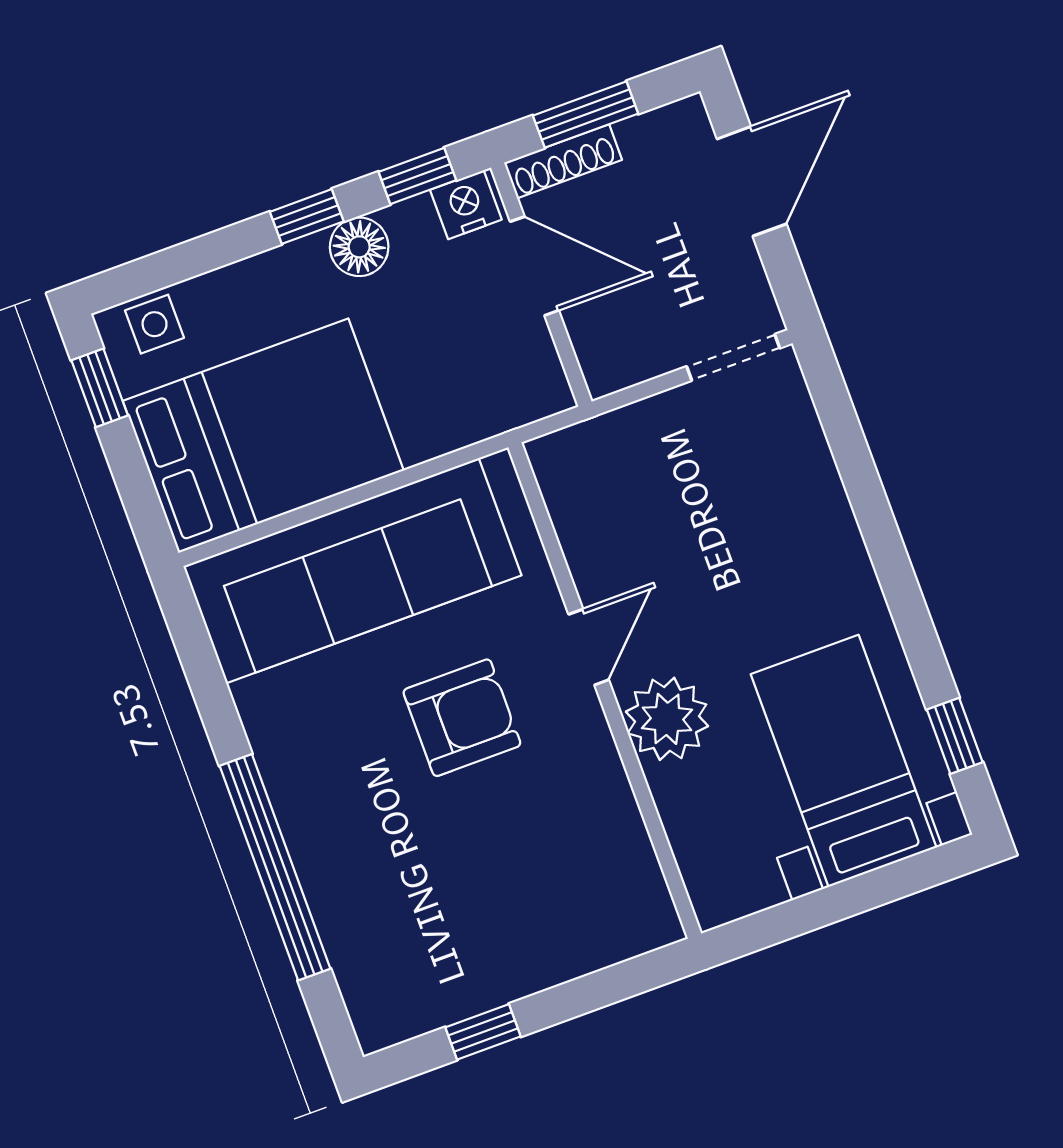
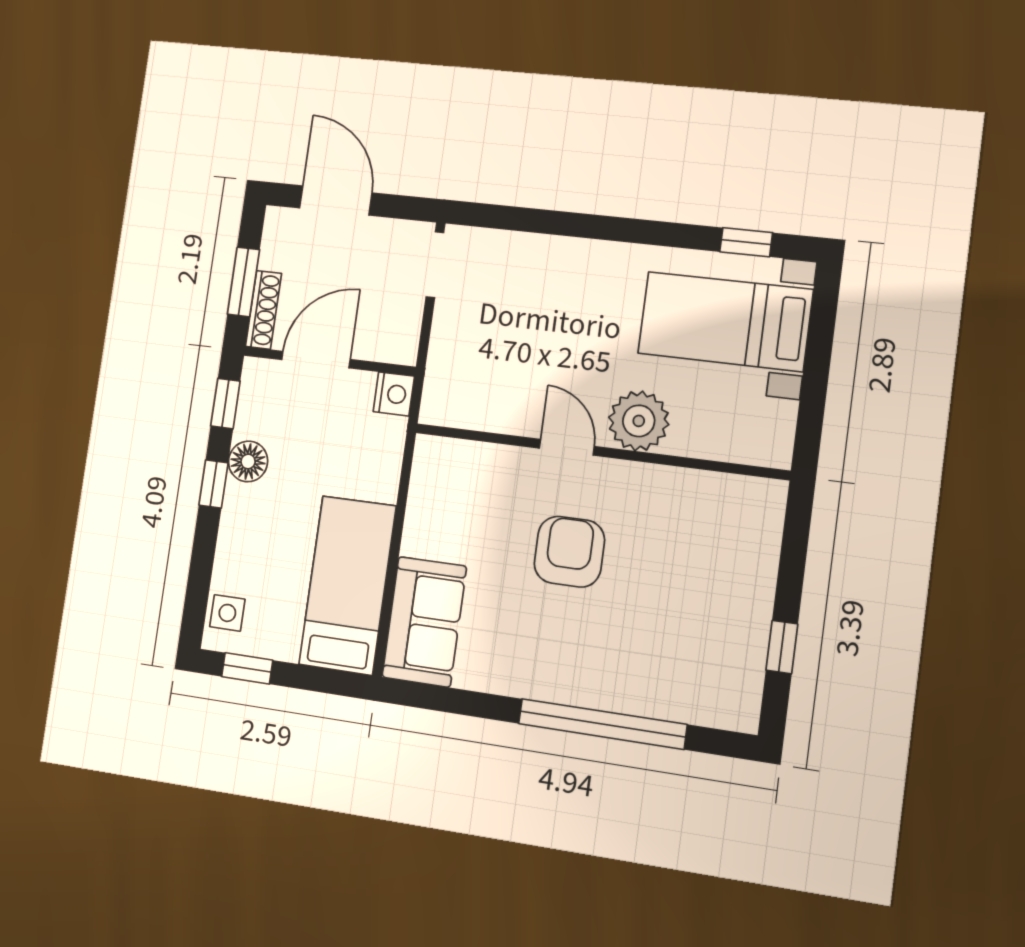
nightstand: (466, 205) -> (394, 394), moved, turned 180
bed: (263, 436) -> (347, 585), width x0.67
sofa: (352, 571) -> (424, 622), width x0.54, depth x0.79

